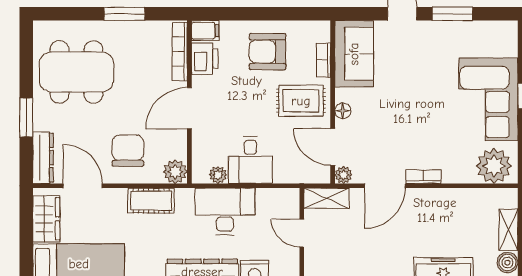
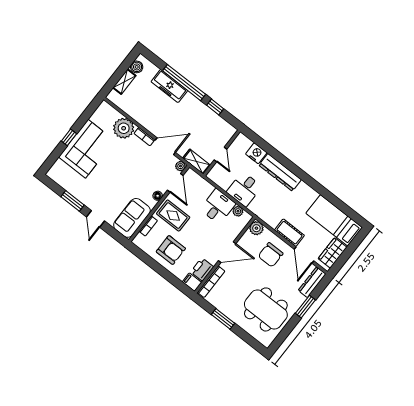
plant: (494, 166) -> (124, 128), moved
cot: (151, 201) -> (289, 233), moved
desk: (225, 211) -> (244, 189), width x0.73

